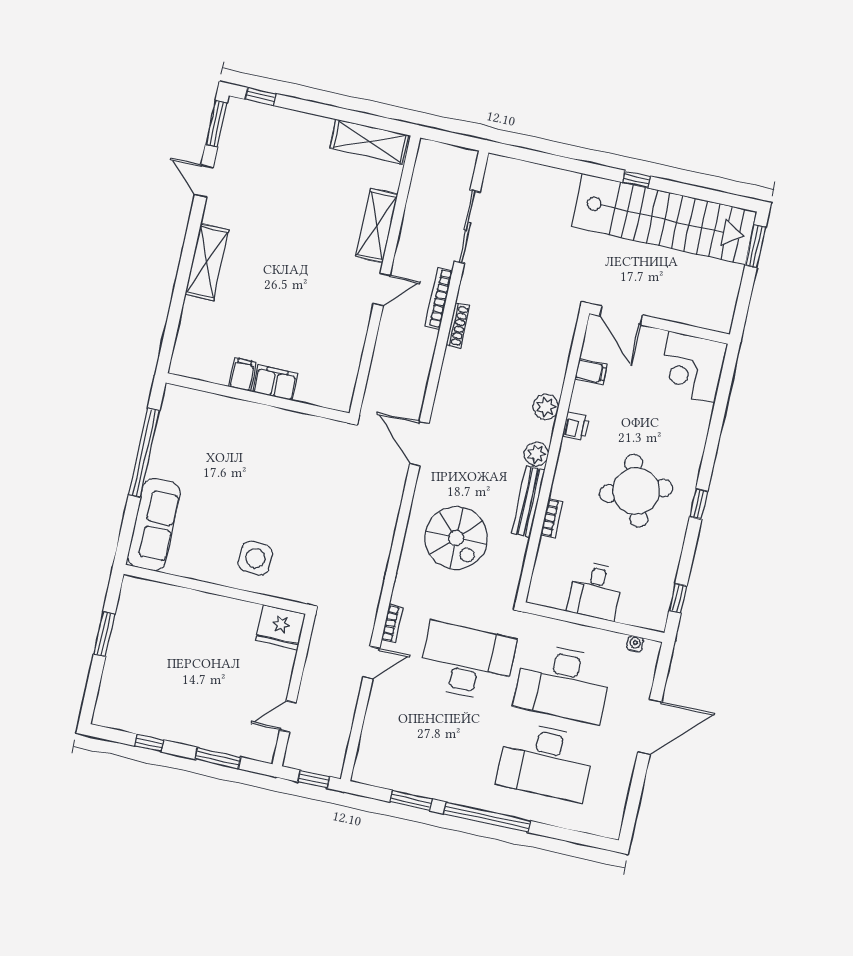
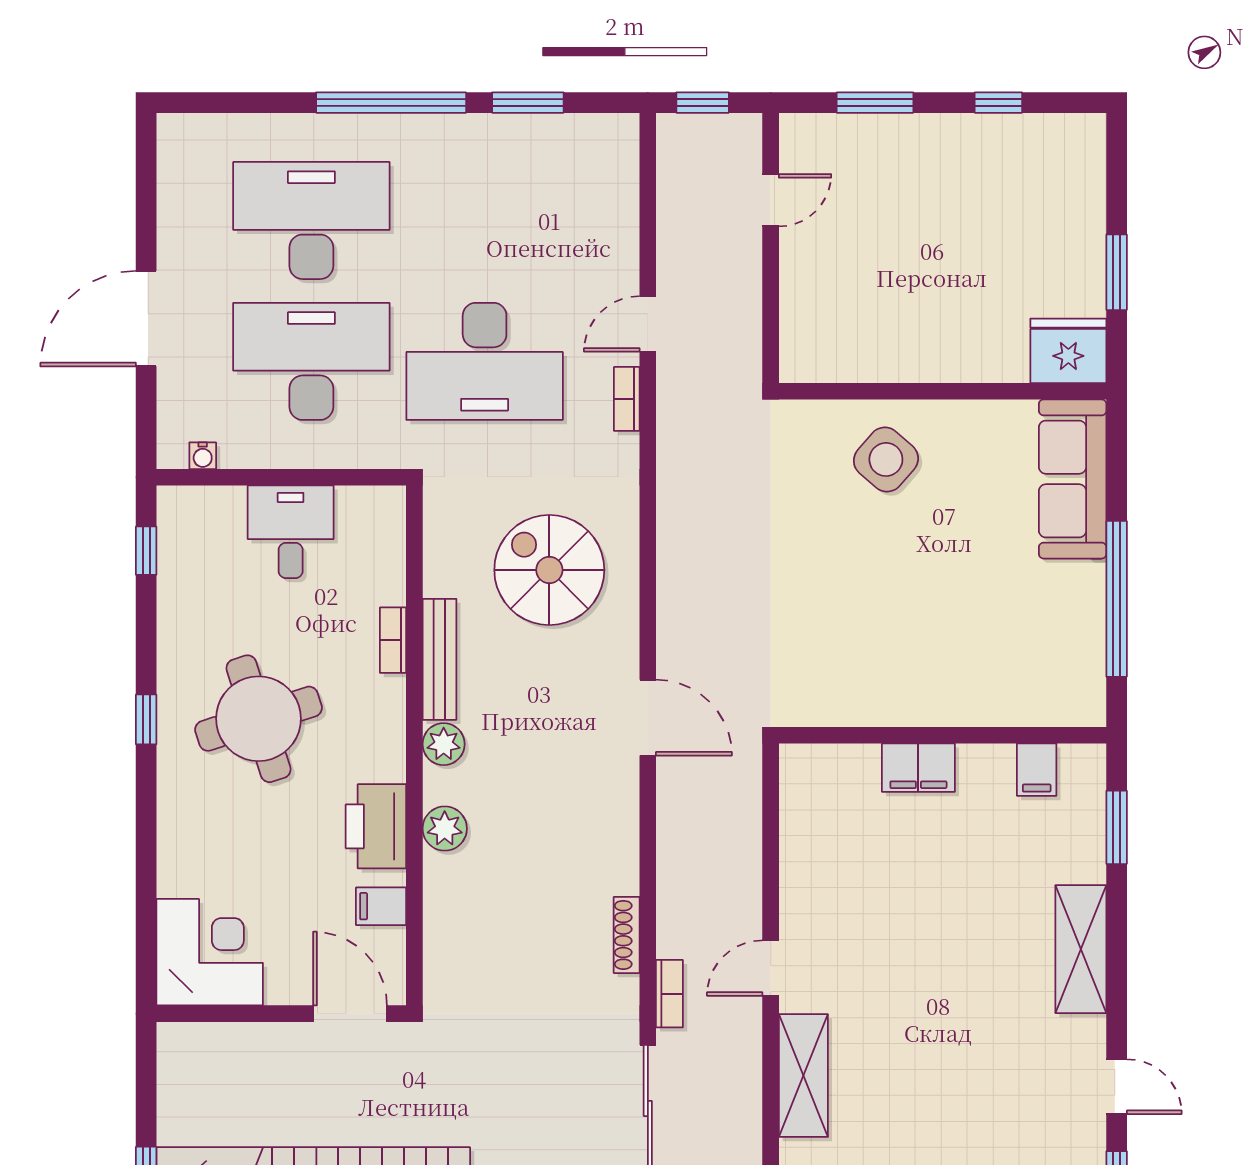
bookcase: (439, 298) -> (669, 994), width x0.64
window: (172, 325) -> (1117, 827), added
filing cabinet: (242, 374) -> (1037, 770), moved
printer: (576, 426) -> (376, 826), width x1.87, depth x1.48
side table: (255, 558) -> (886, 459), turned 37
fridge: (281, 627) -> (1068, 351), moved

